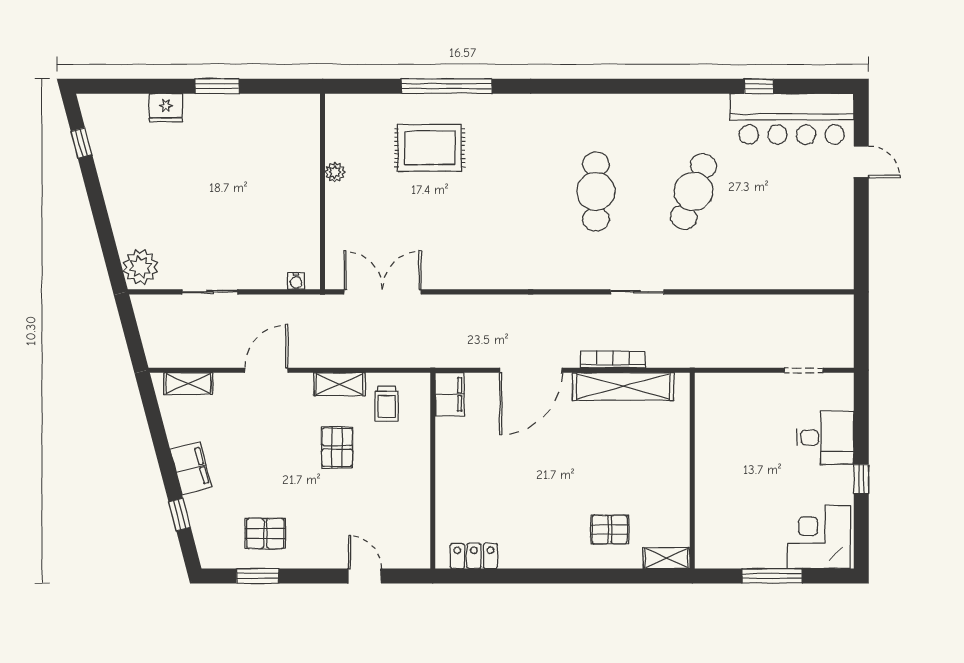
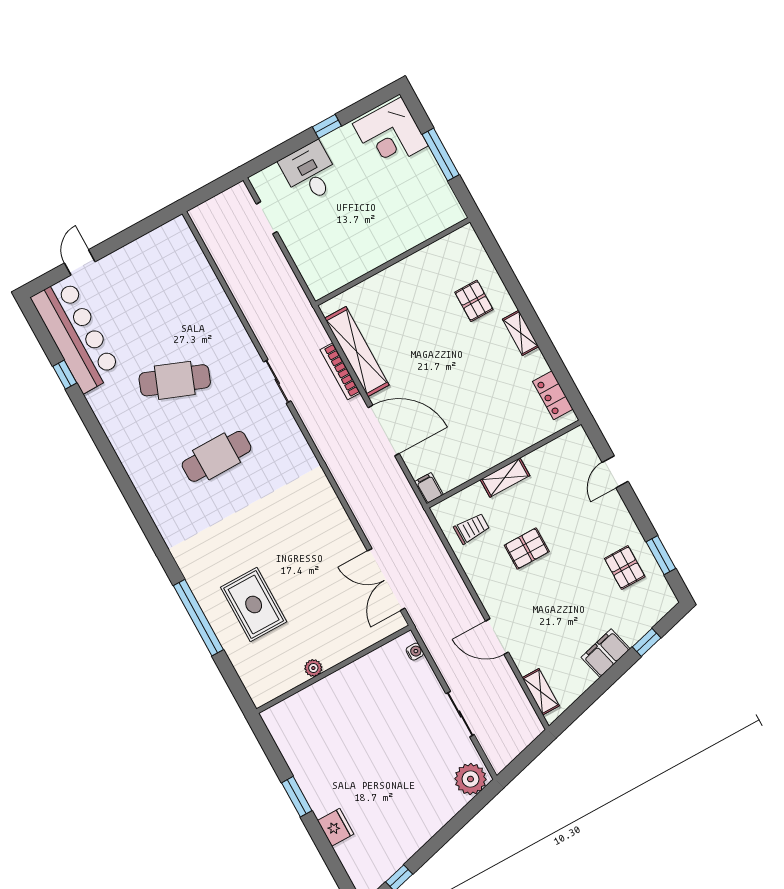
shelving: (339, 384) -> (505, 478), moved, turned 90
filing cabinet: (450, 394) -> (429, 488), width x0.50
shelving: (667, 558) -> (521, 333), moved

